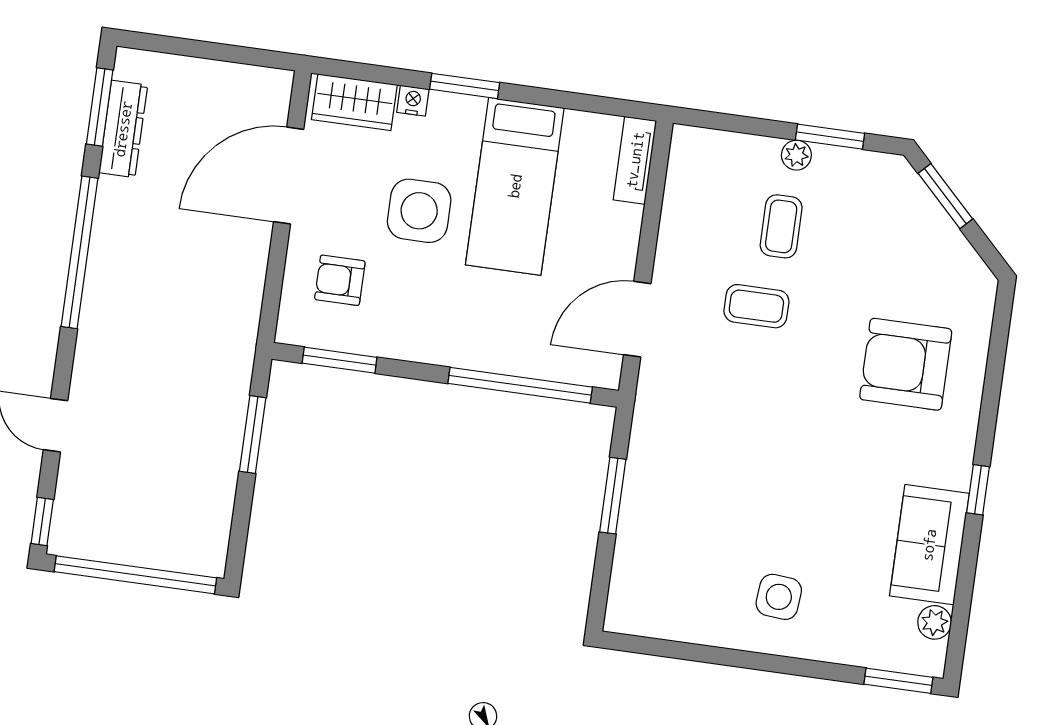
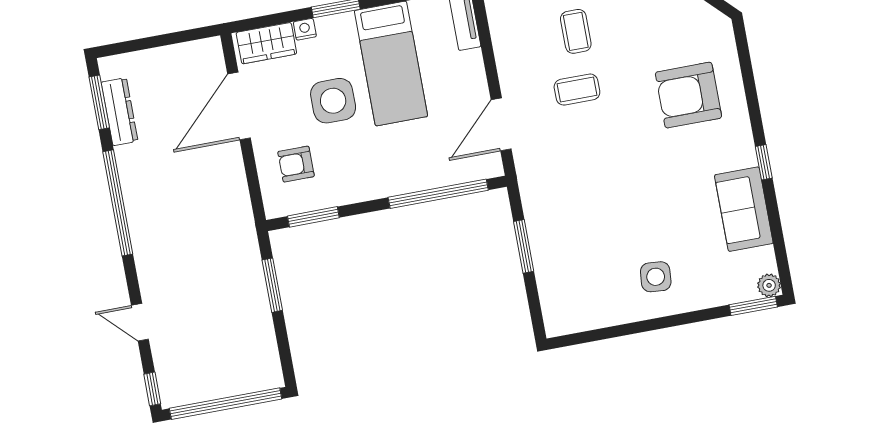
plant: (935, 622) -> (769, 285), moved

